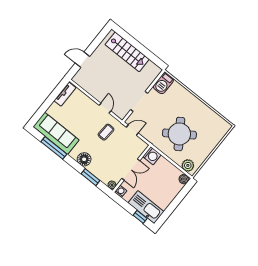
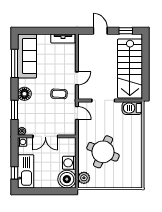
window: (98, 40) -> (126, 31), added
stairs: (127, 52) -> (130, 68), width x1.36, depth x1.51
round table: (179, 134) -> (103, 152), turned -33
washing machine: (152, 156) -> (69, 163), moved, turned 90
boiler: (184, 179) -> (67, 179), width x1.86, depth x1.86

